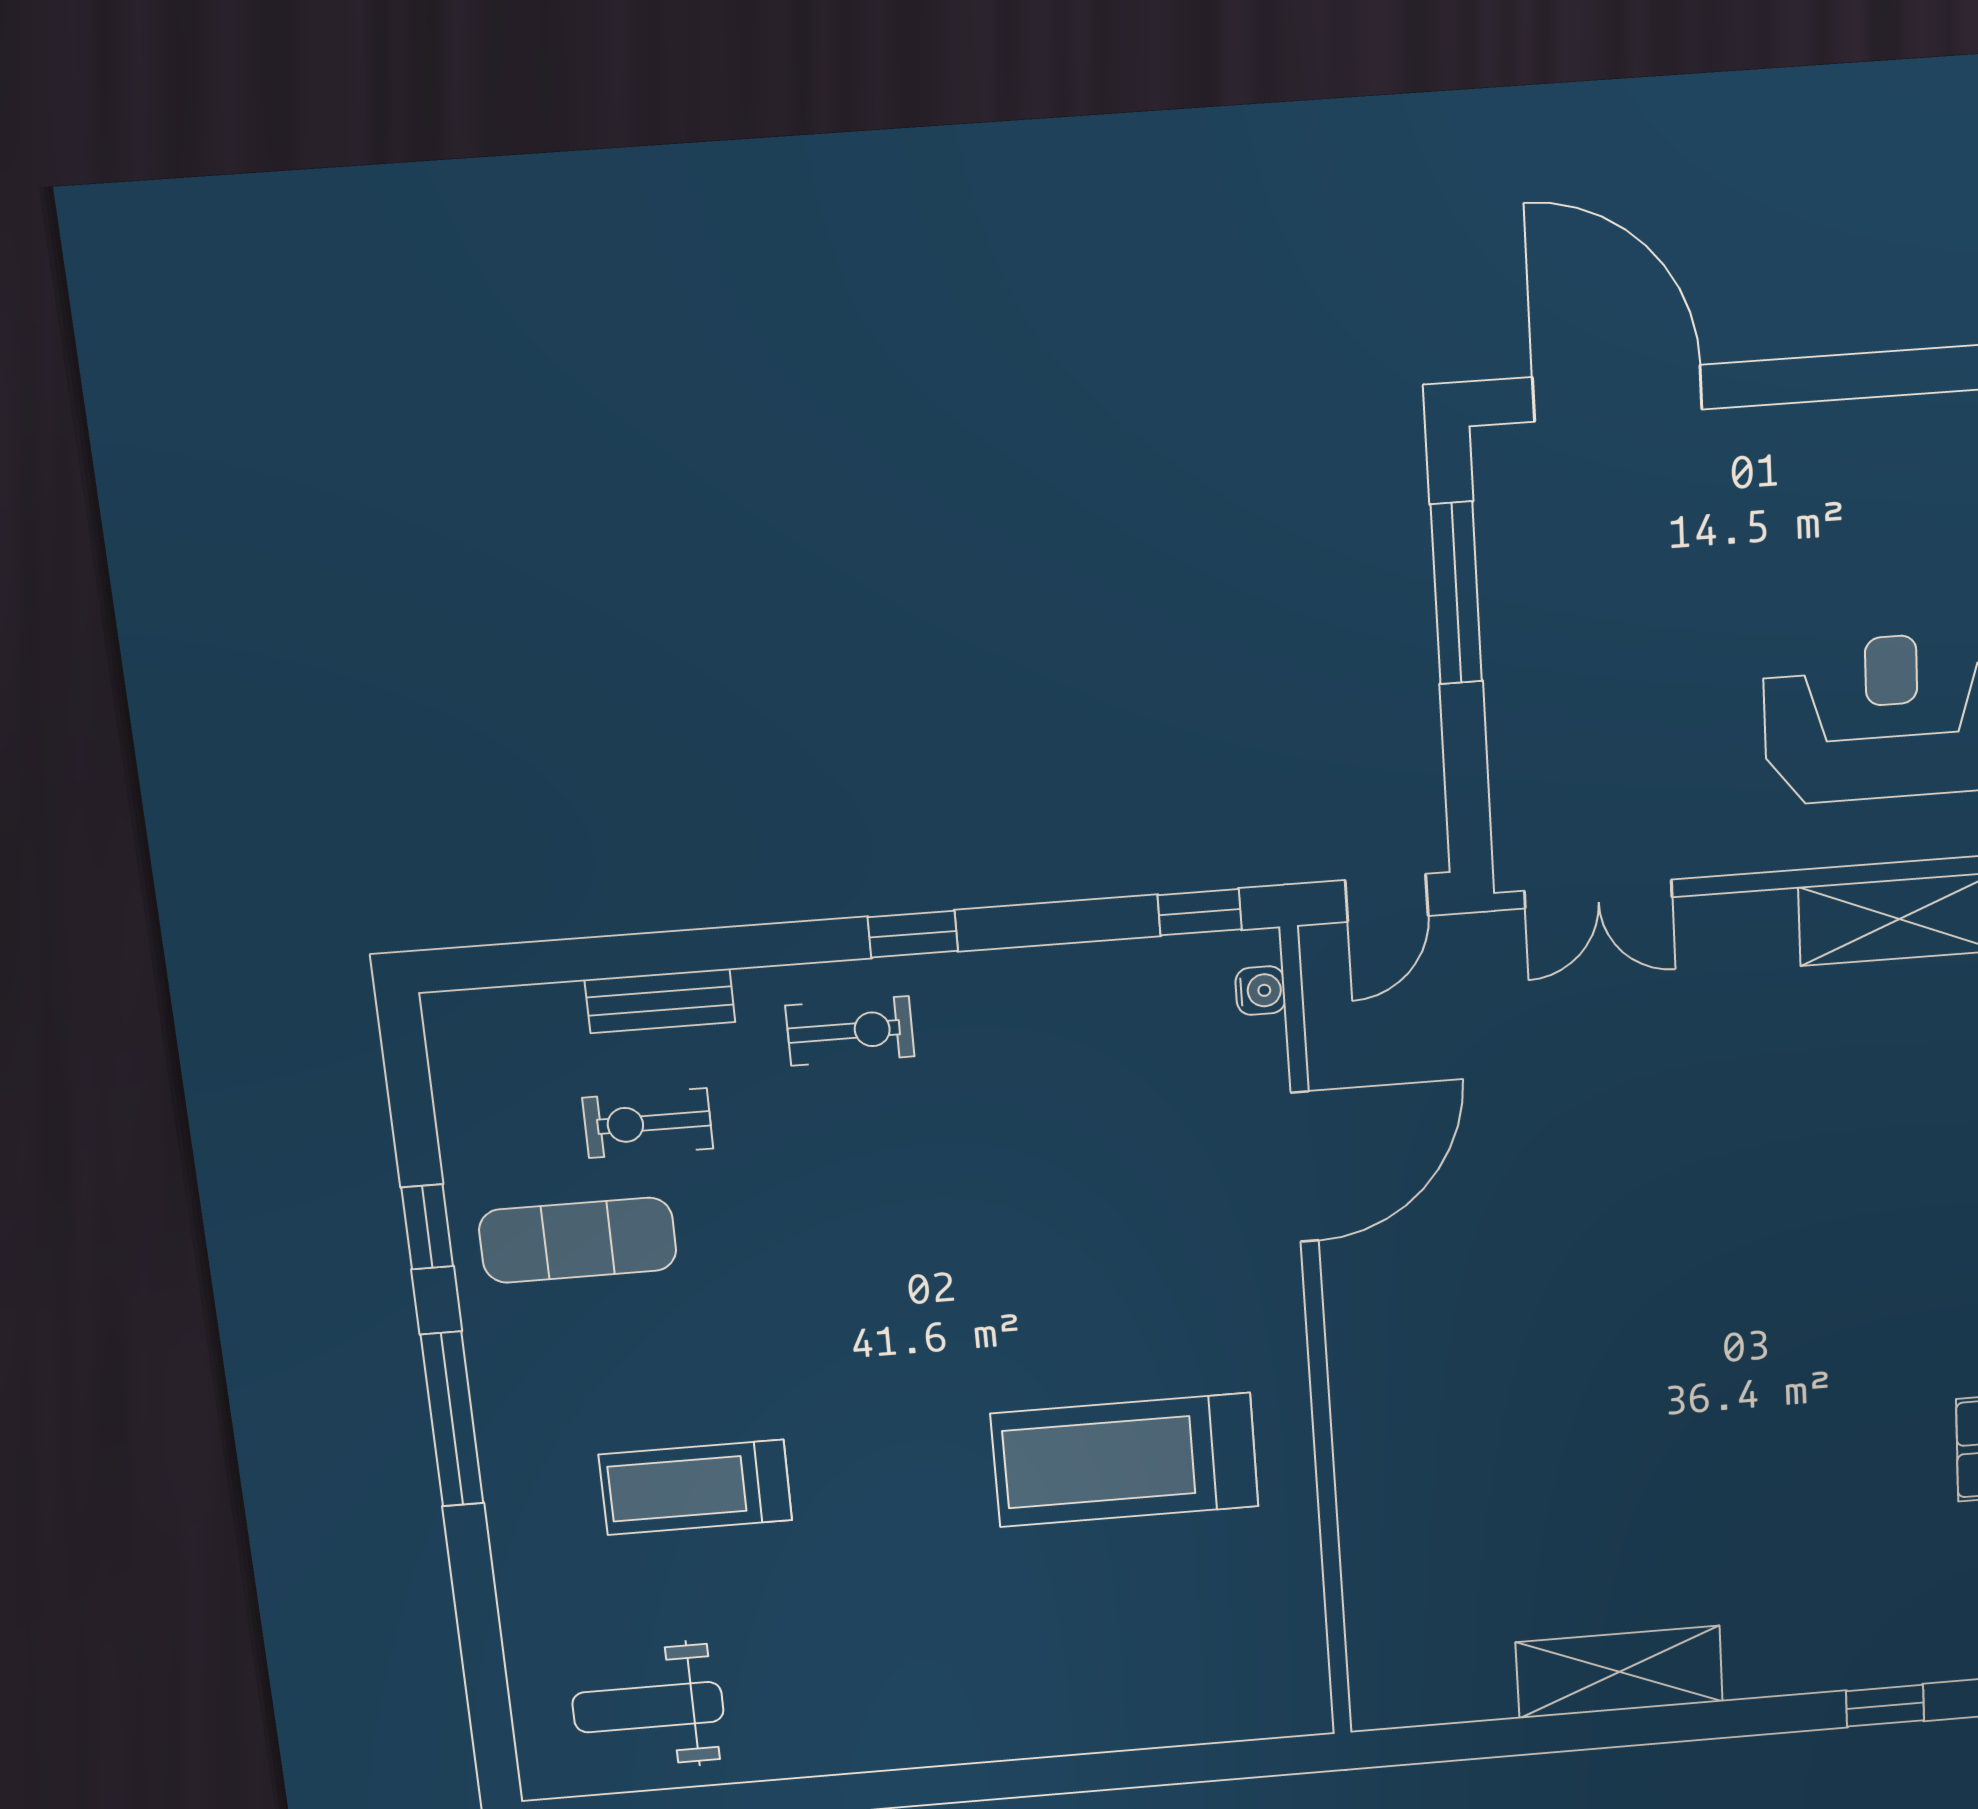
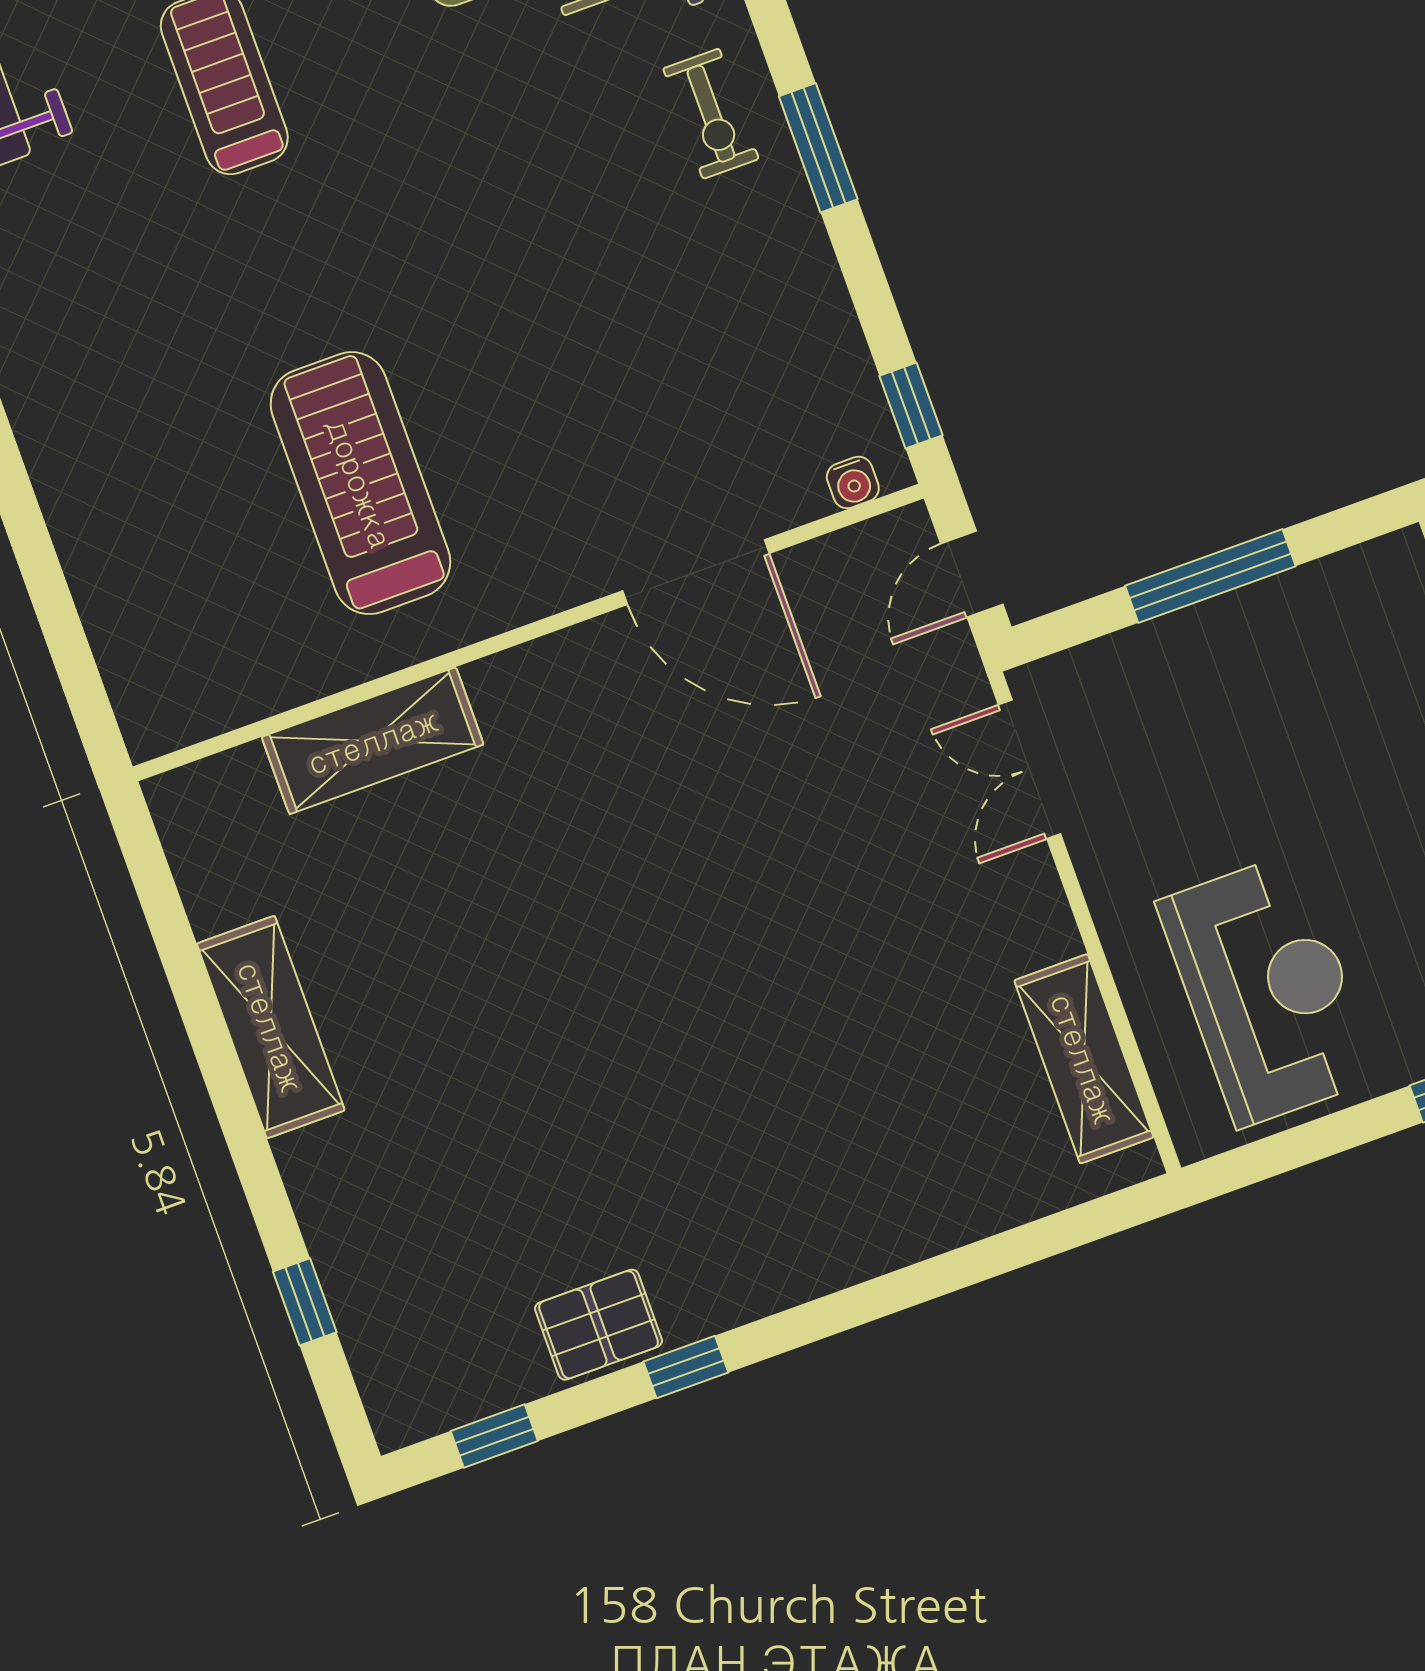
window: (1456, 593) -> (1210, 576), moved
door: (1387, 898) -> (972, 574), hinge flipped
window: (913, 934) -> (818, 148), width x1.50
shelving: (1377, 1512) -> (373, 741), added

